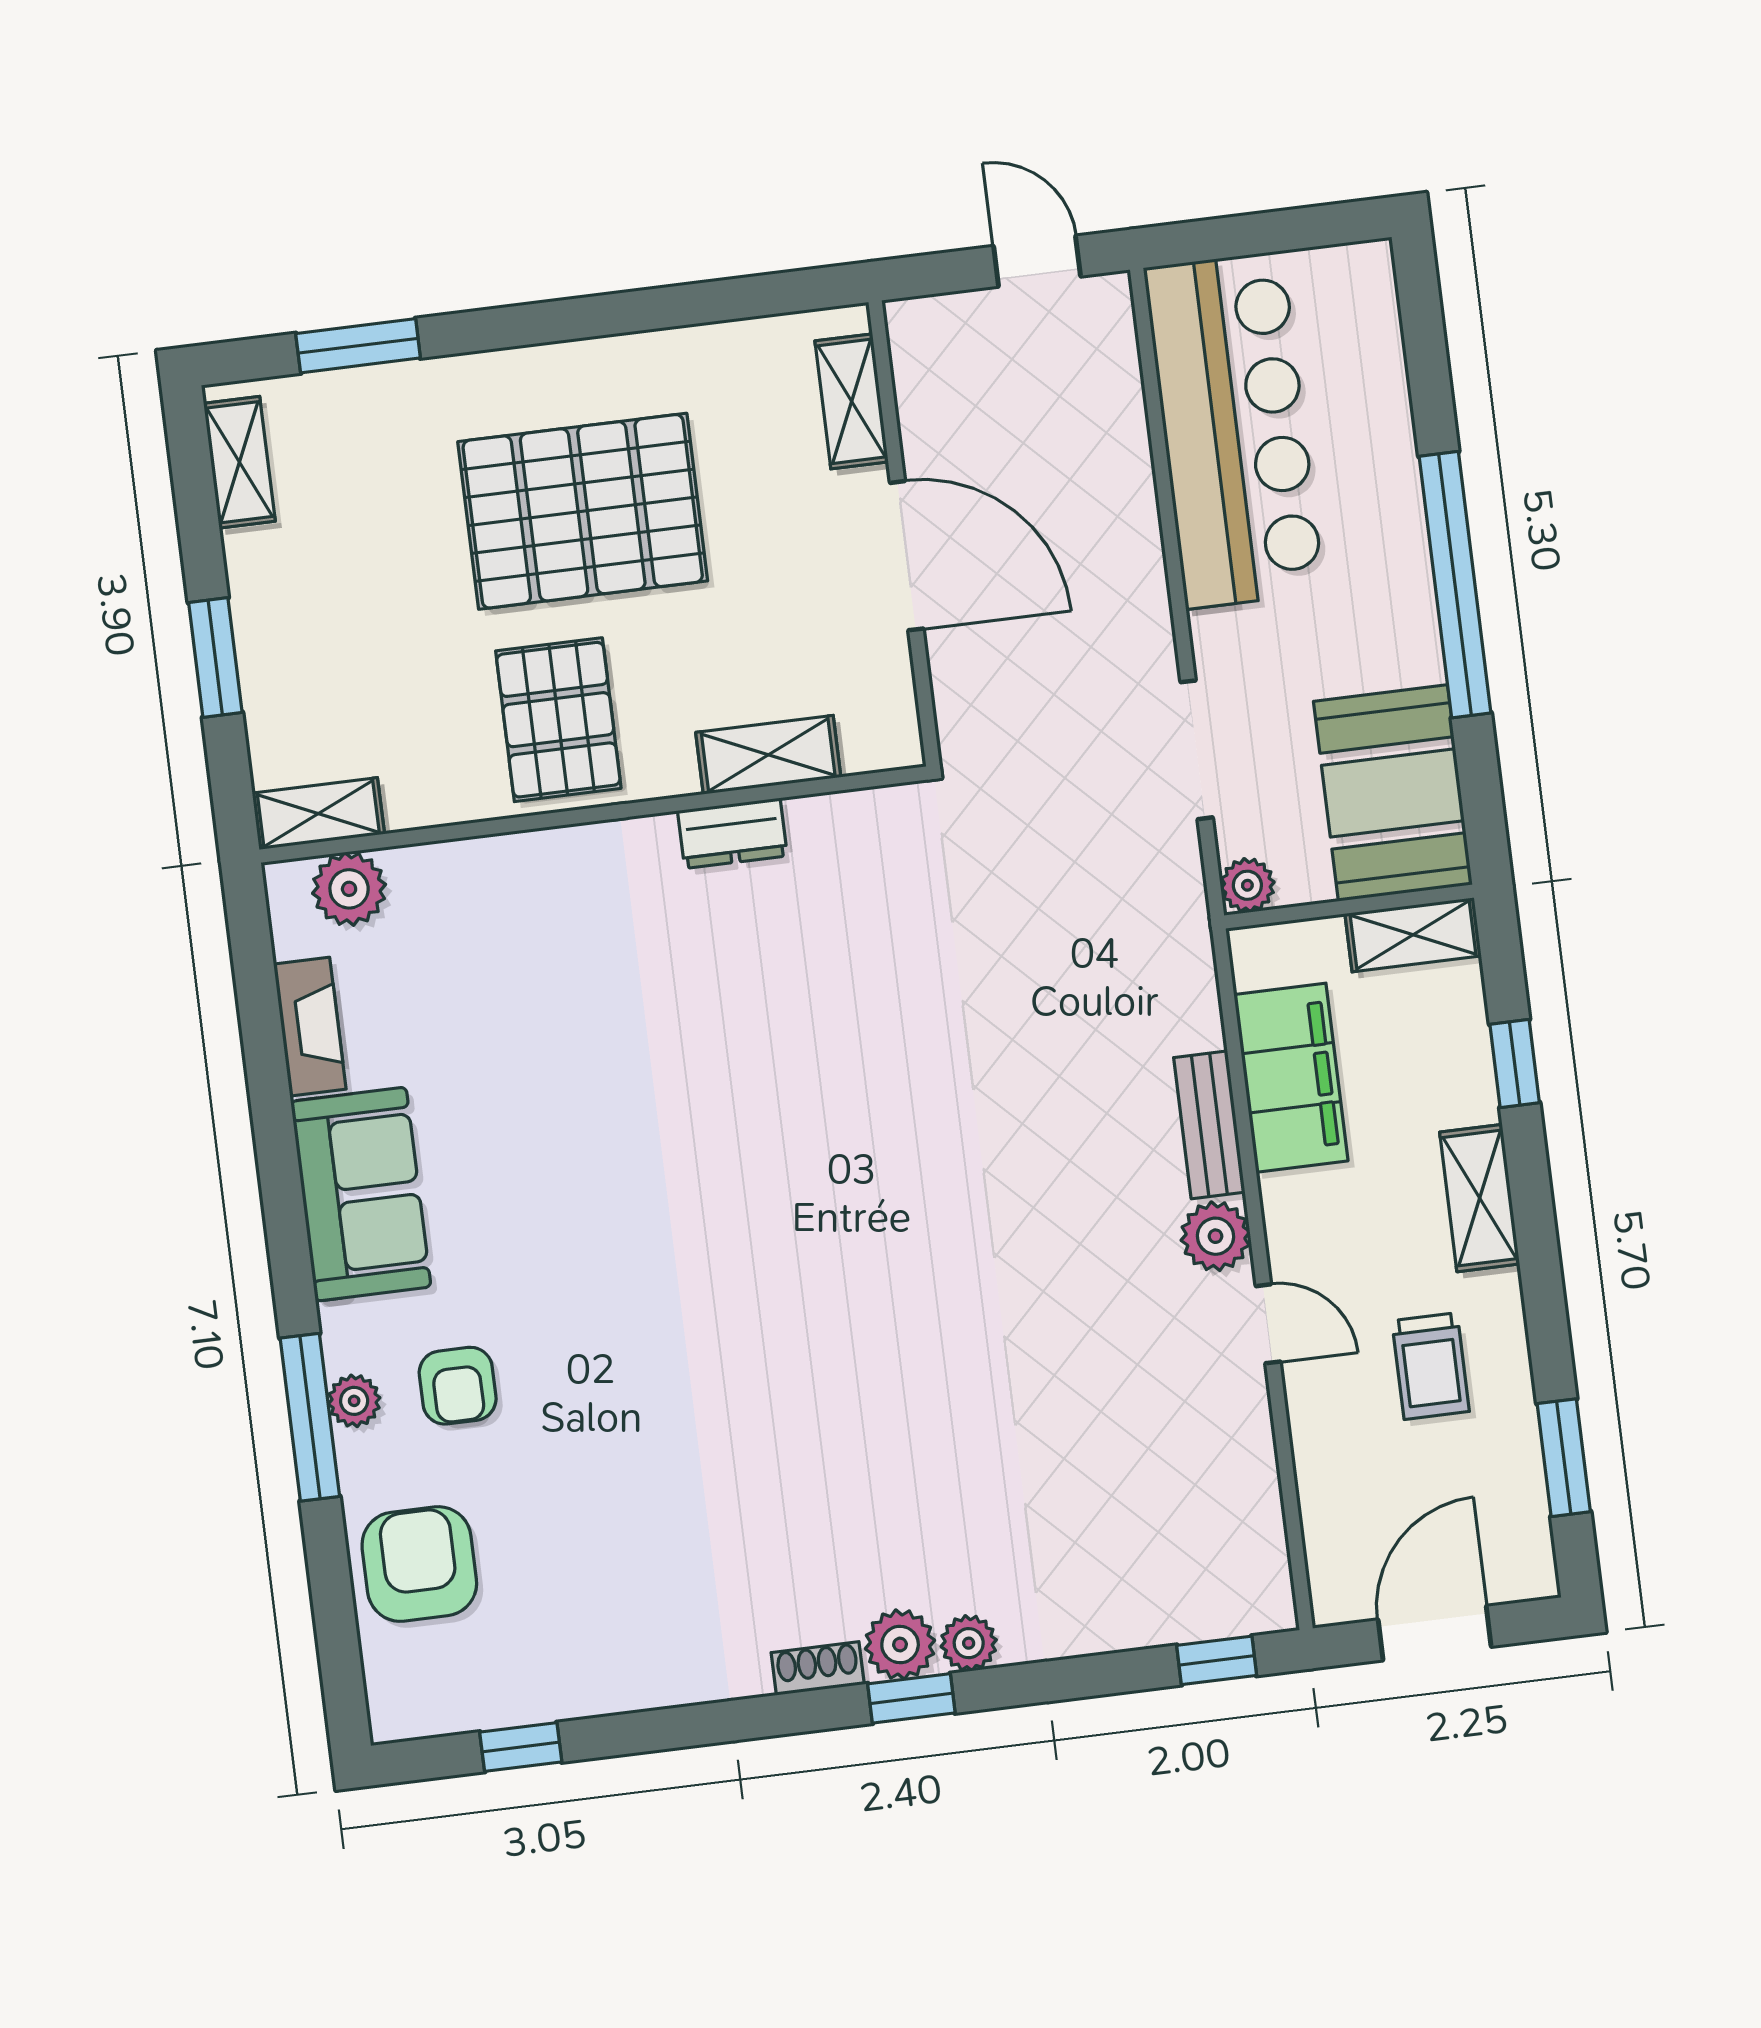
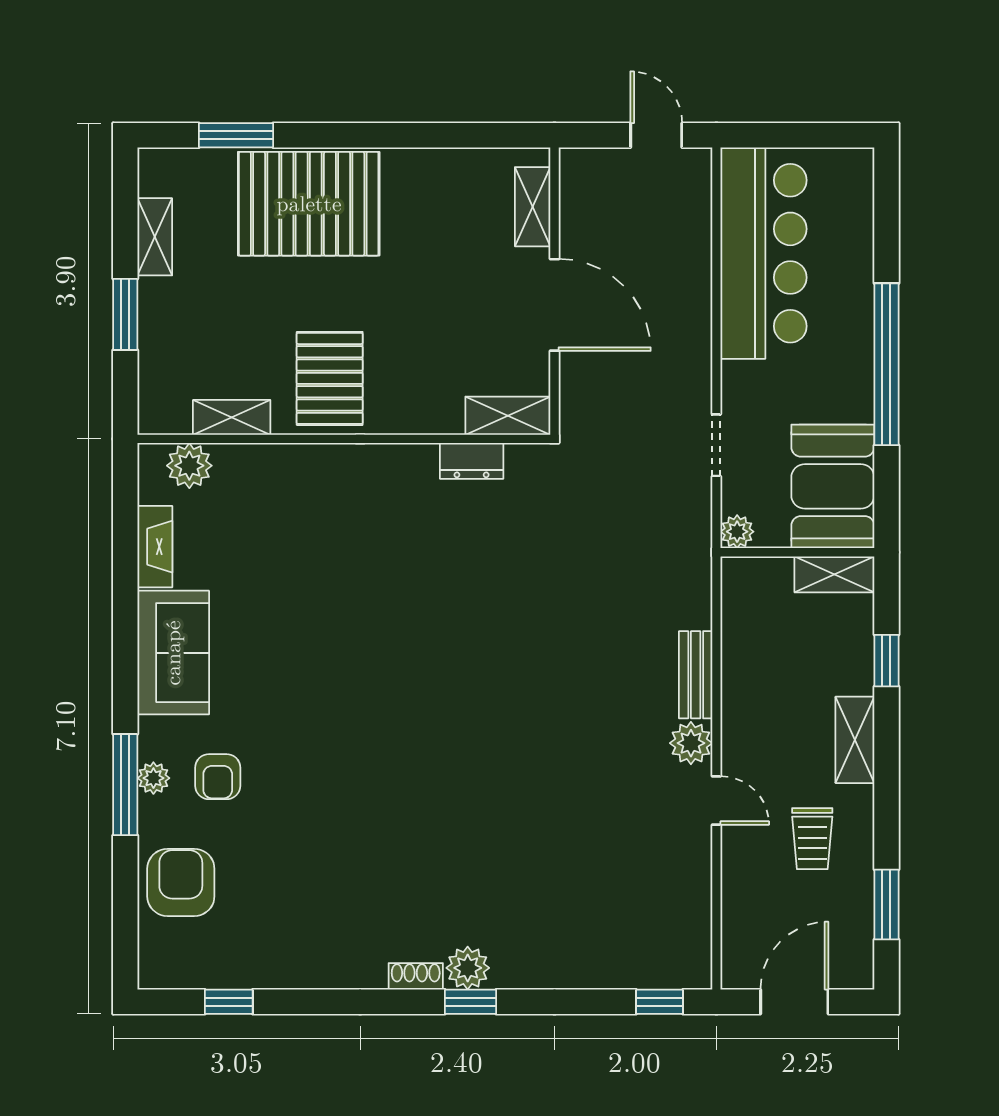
shelving: (239, 462) -> (155, 237), moved
pallet: (583, 511) -> (309, 204), moved
doorway: (1197, 750) -> (716, 445), width x0.73
shelving: (768, 755) -> (508, 416), moved
shelving: (318, 814) -> (232, 417), moved
dresser: (732, 833) -> (472, 461), moved
filing cabinet: (1291, 1078) -> (749, 652), removed
plant: (969, 1643) -> (510, 972), removed

